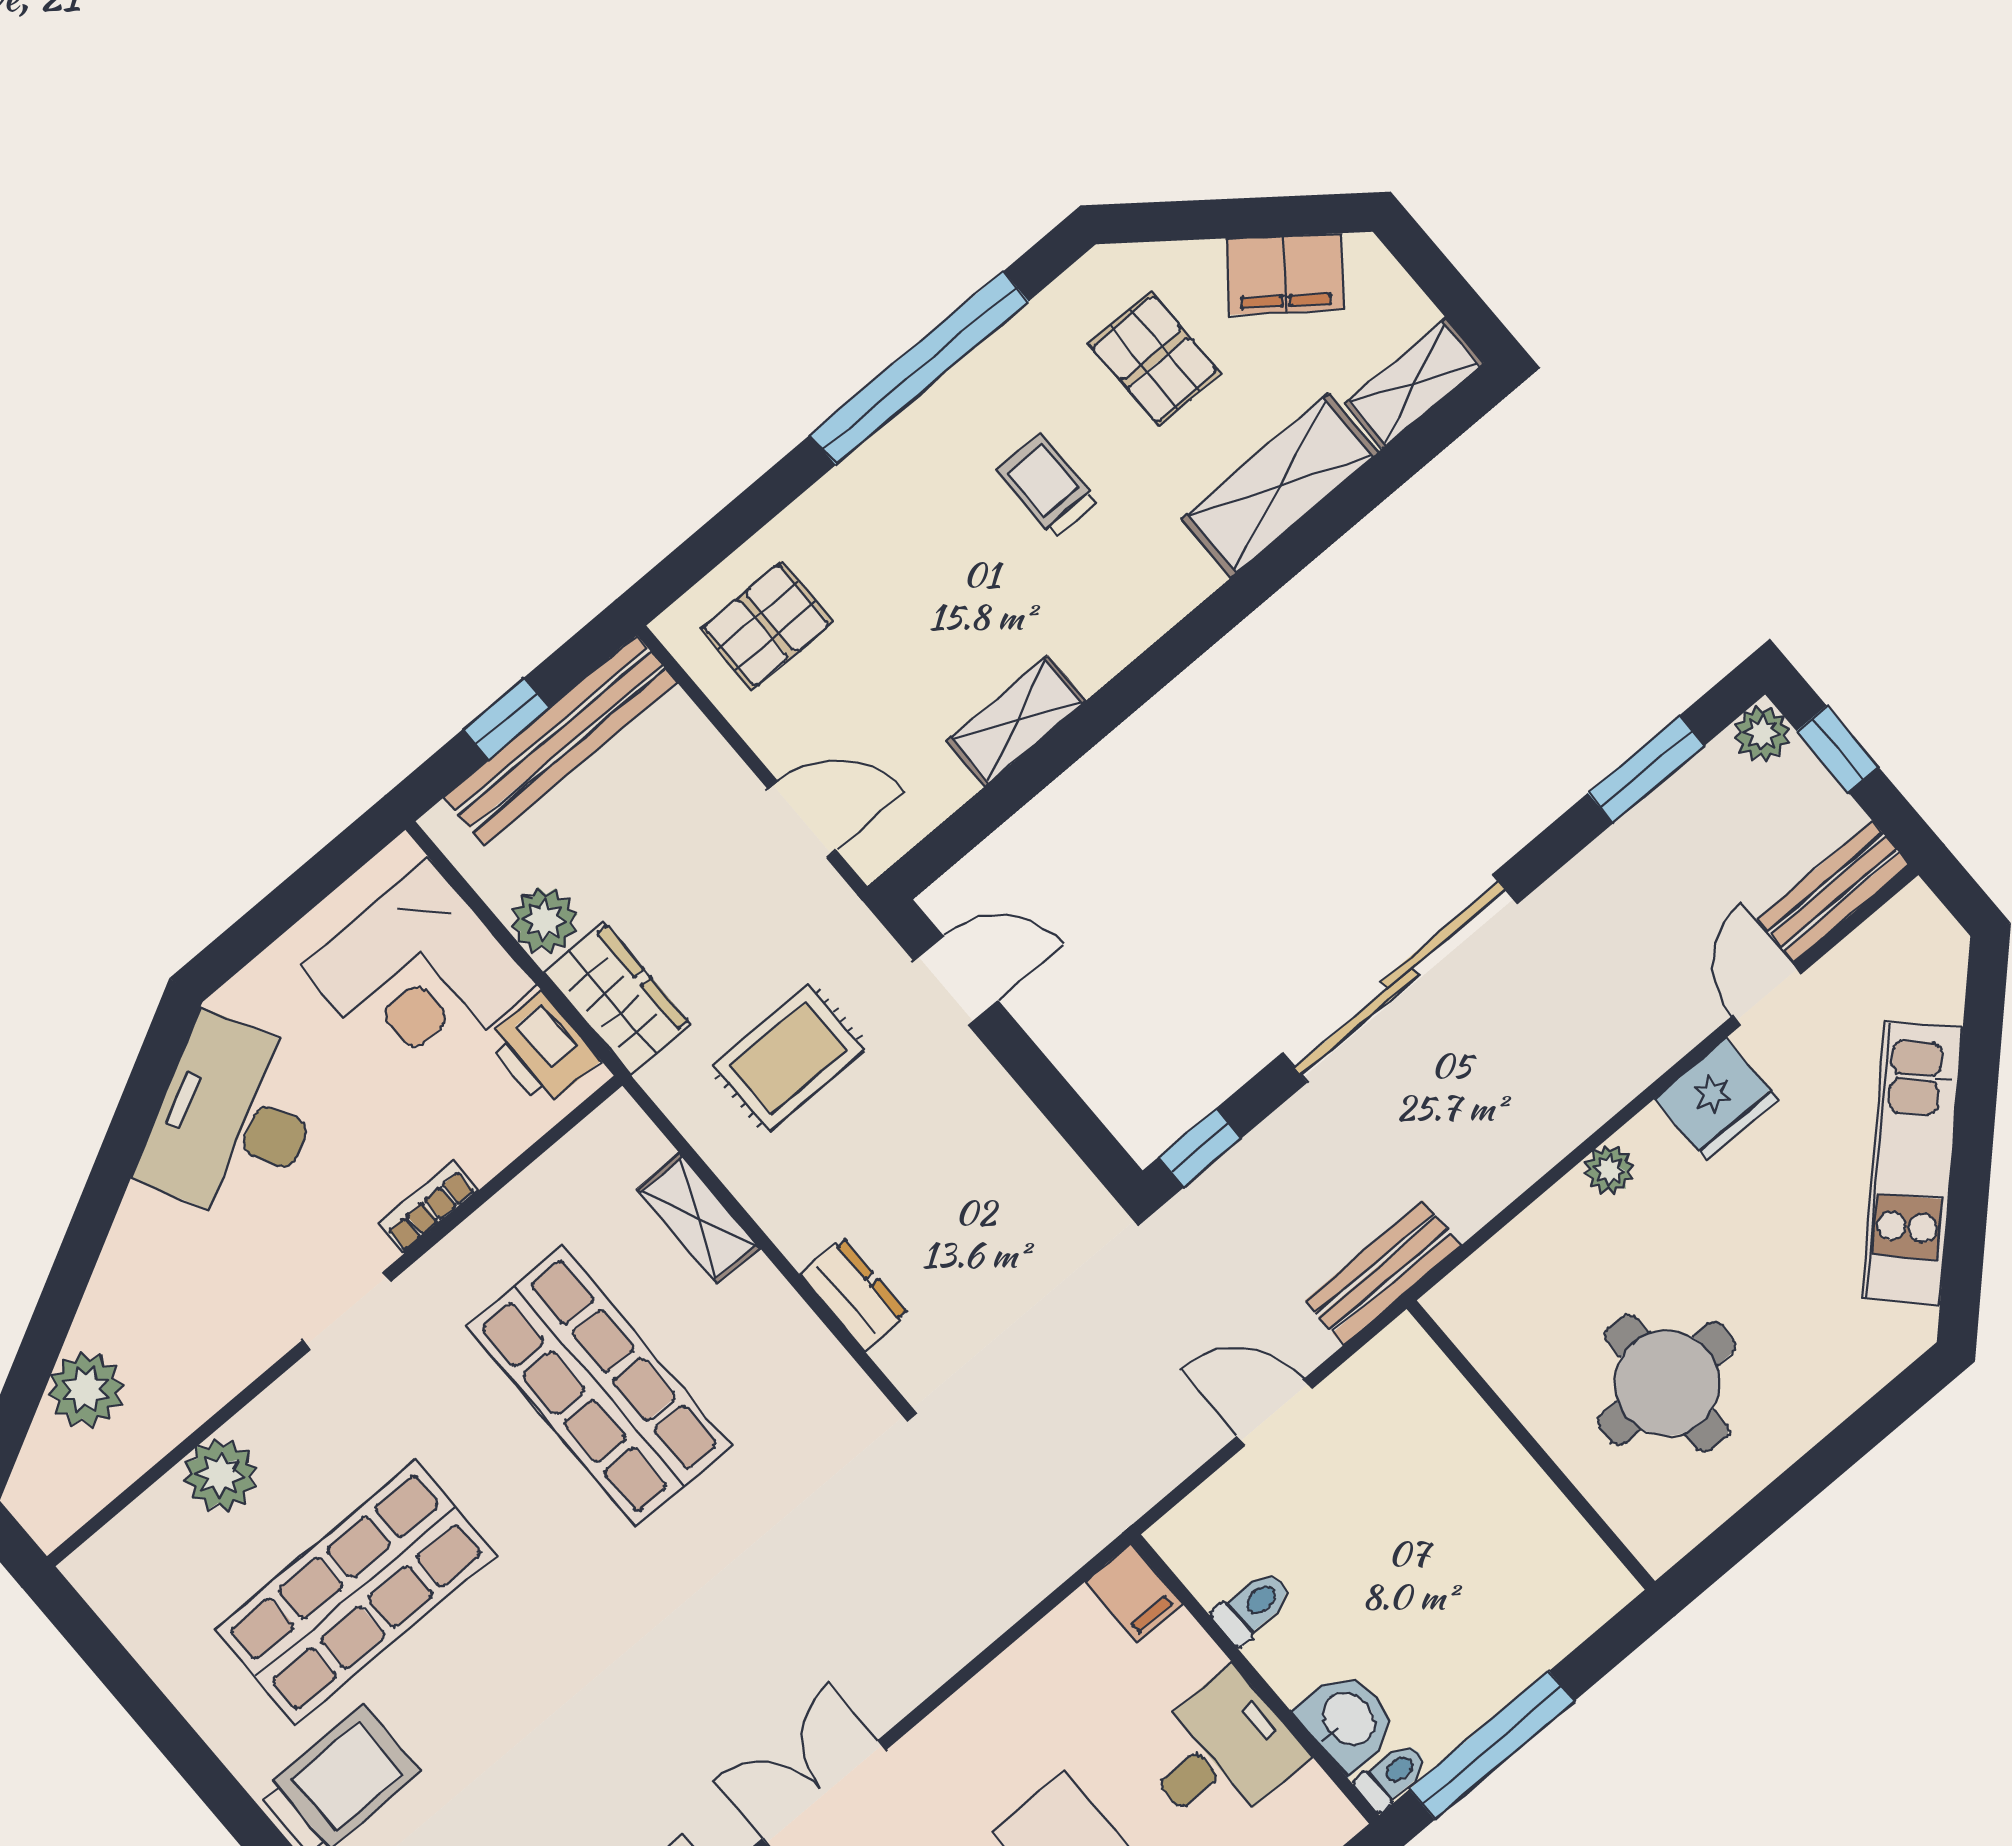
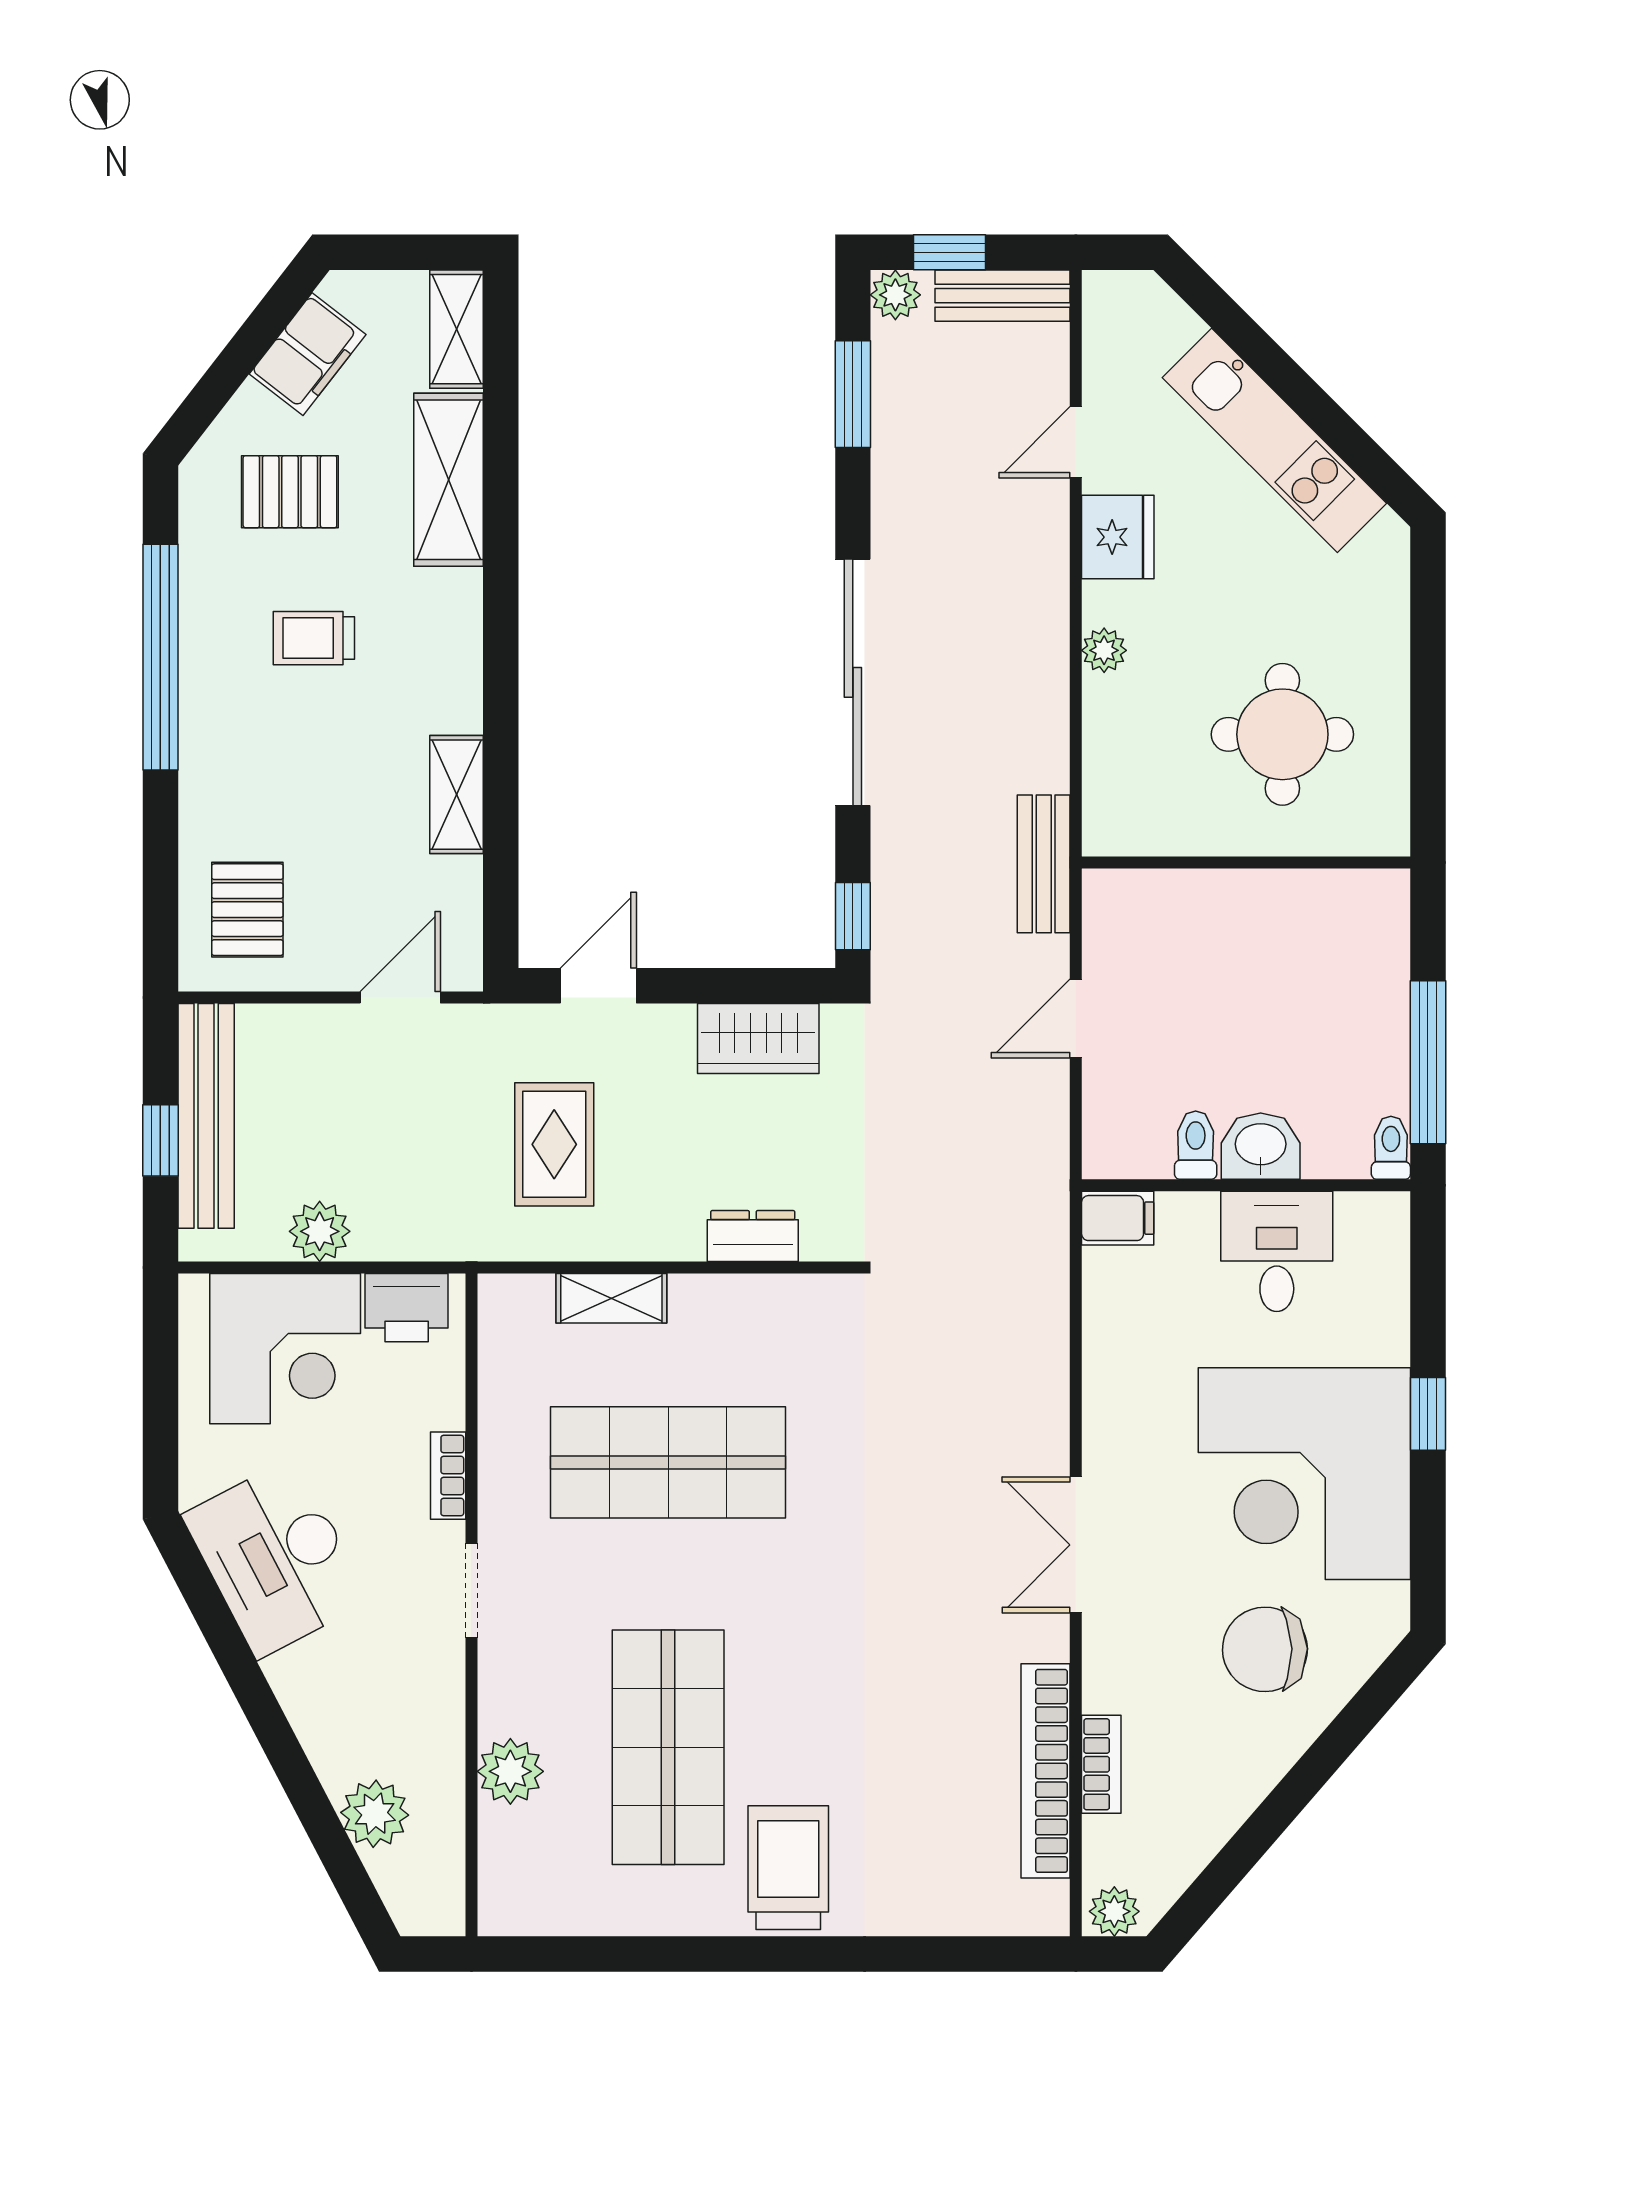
bench: (1834, 892) -> (1003, 296), moved, turned 90
door: (1767, 995) -> (1076, 442), hinge flipped
wardrobe: (617, 999) -> (758, 1038), moved, turned 180
washbasin: (1347, 1720) -> (1261, 1146), moved

